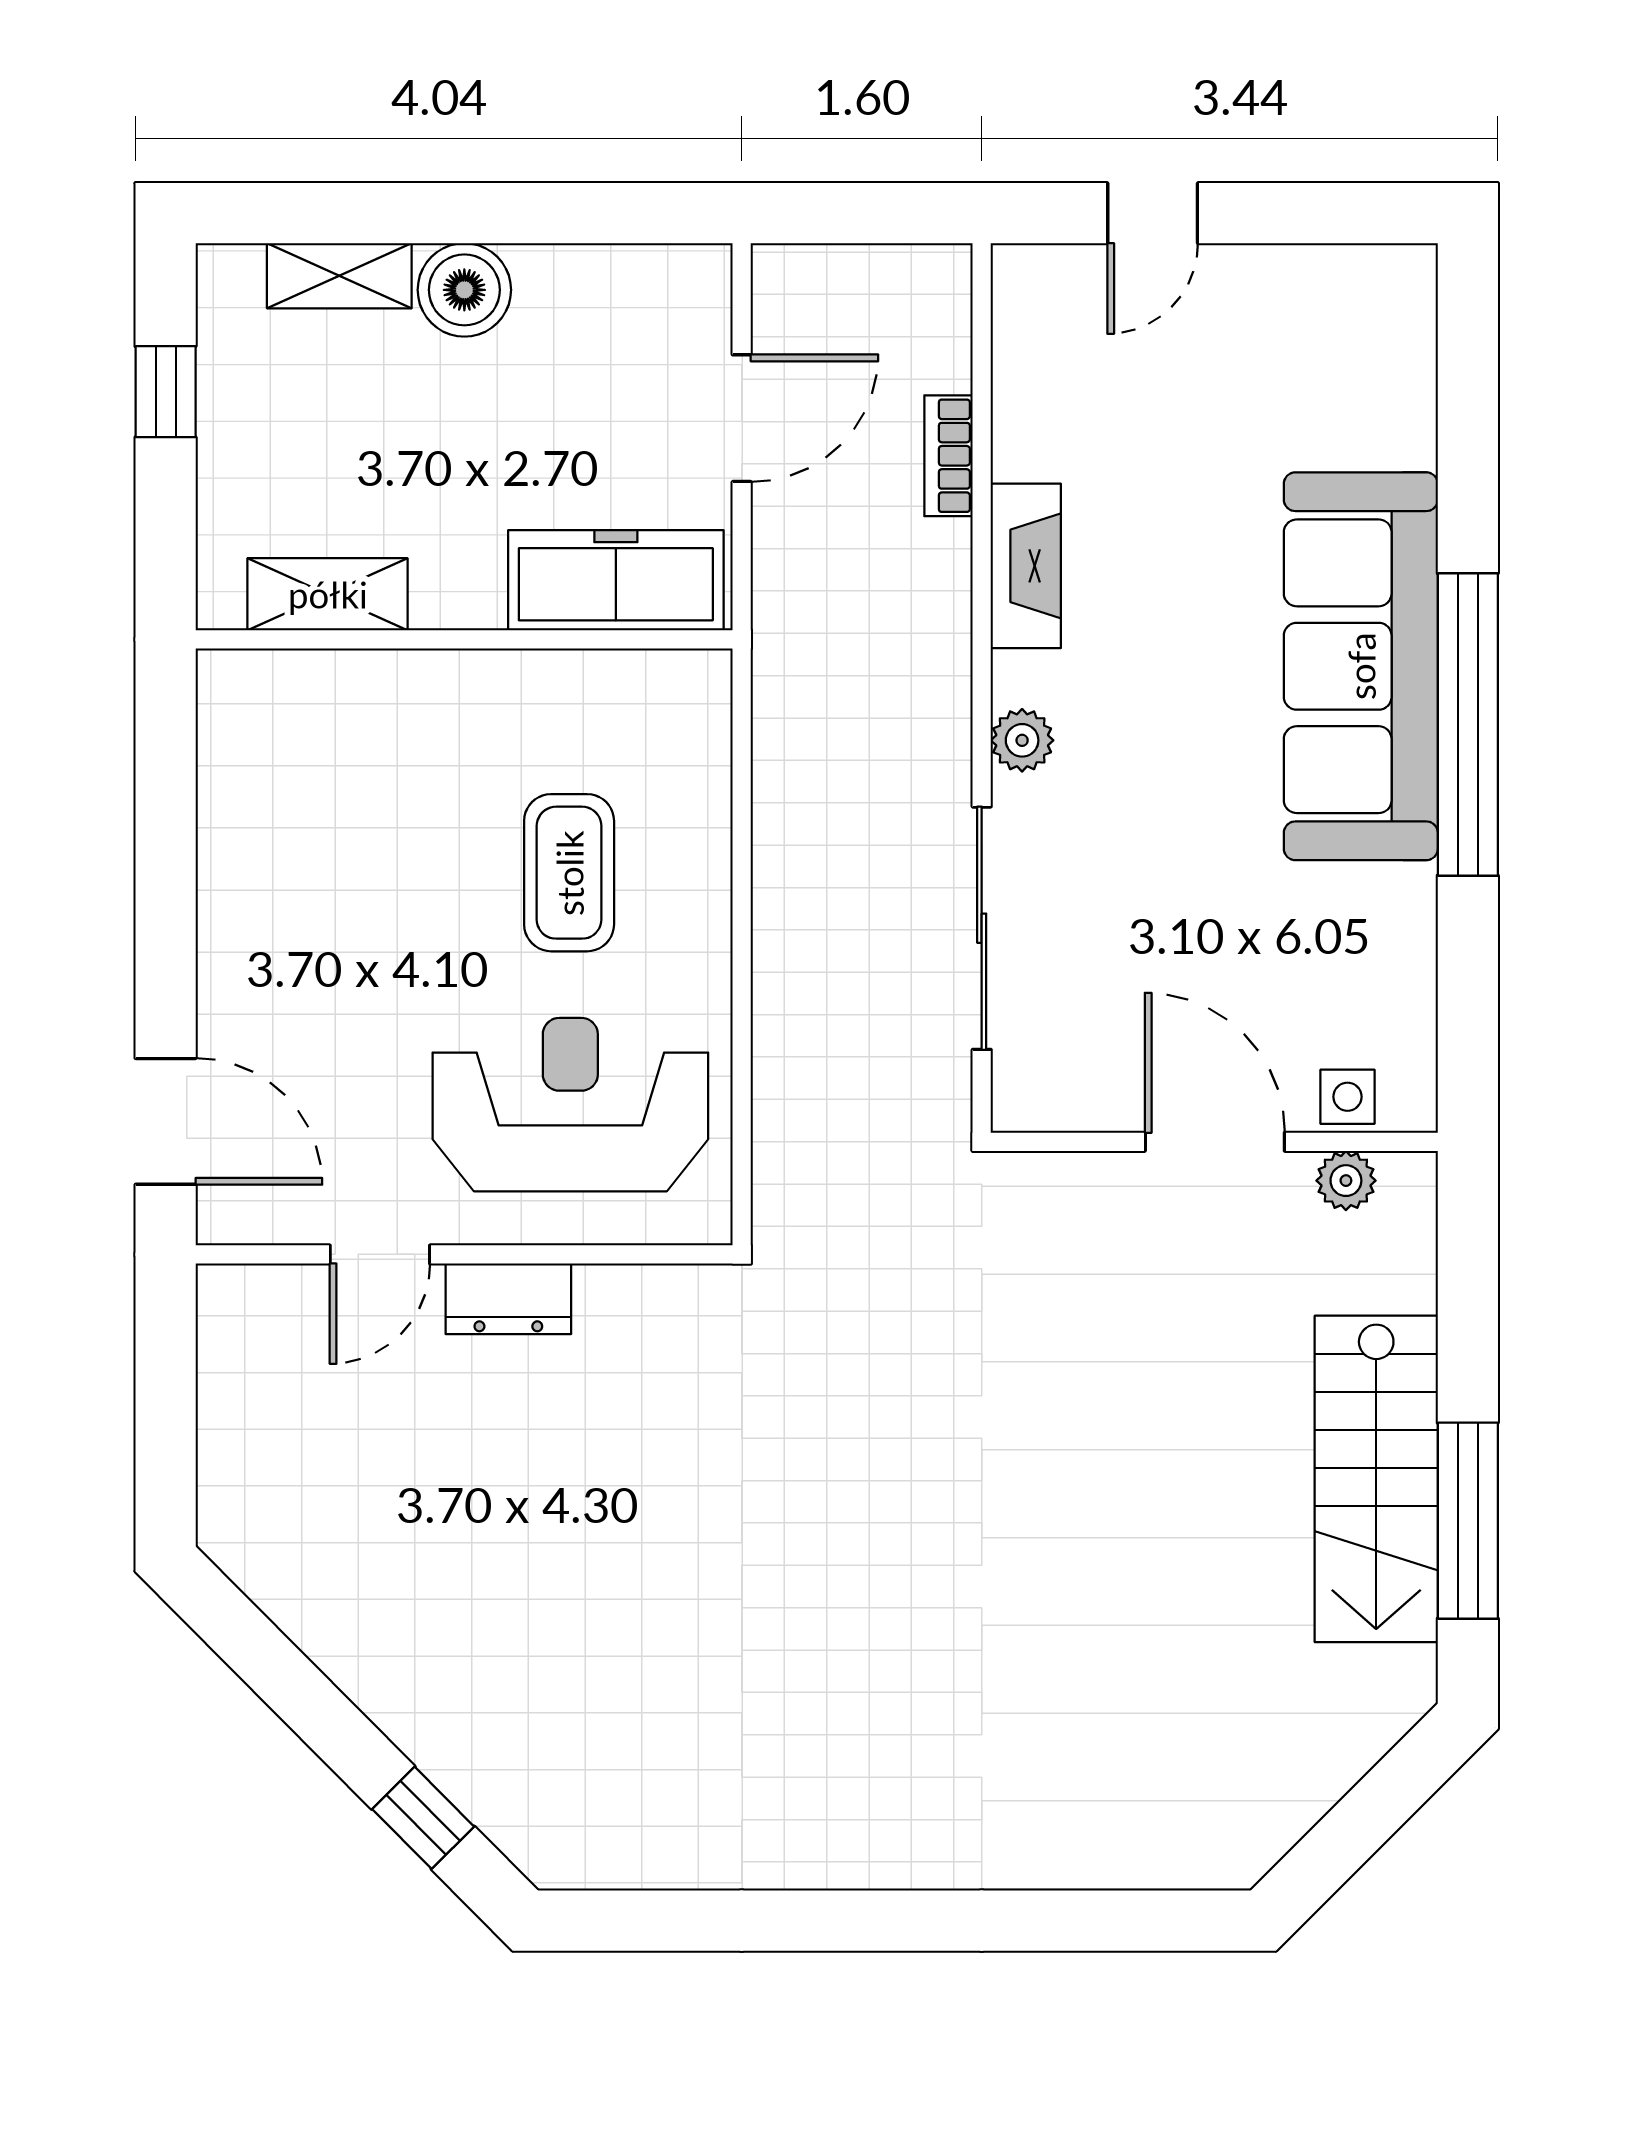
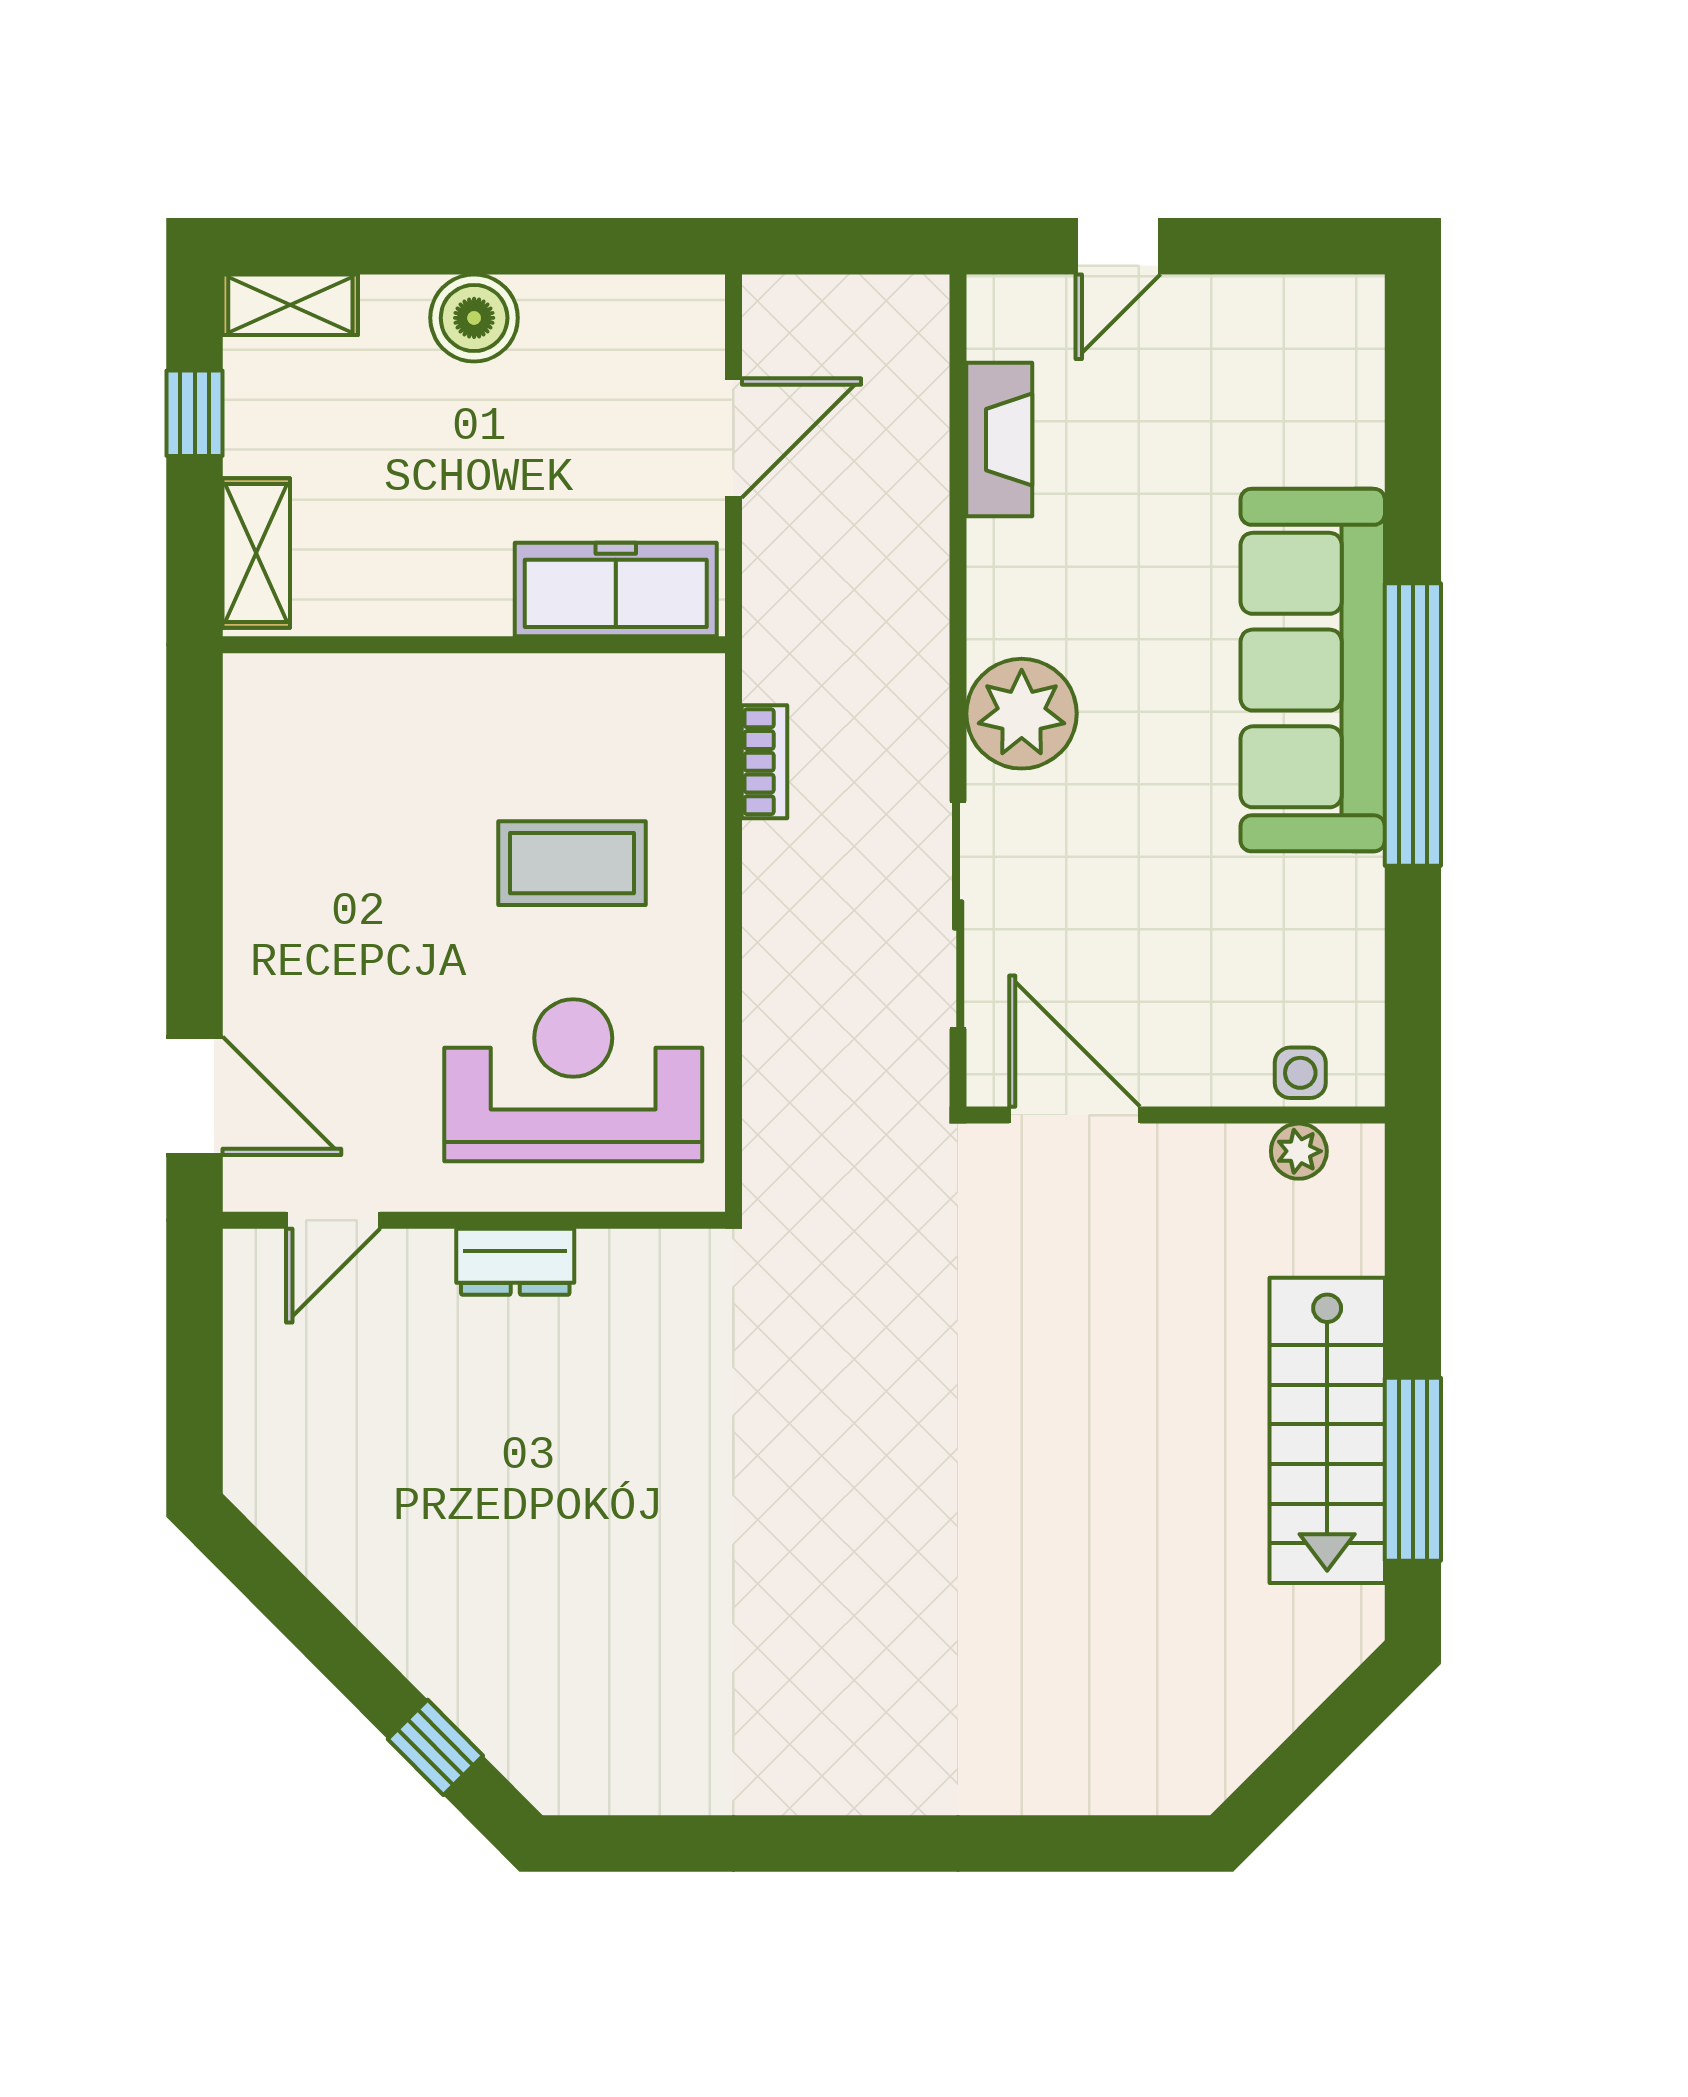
shelving: (339, 276) -> (290, 305), moved
bookcase: (949, 456) -> (765, 762), moved, turned 180
fireplace: (1026, 566) -> (999, 440), moved
shelving: (328, 594) -> (256, 553), moved, turned 90
plant: (1022, 740) -> (1022, 714), width x1.87, depth x1.87
coffee table: (569, 873) -> (572, 863), turned 90
door: (1215, 1142) -> (1075, 1115), moved
door: (380, 1254) -> (333, 1220), moved

